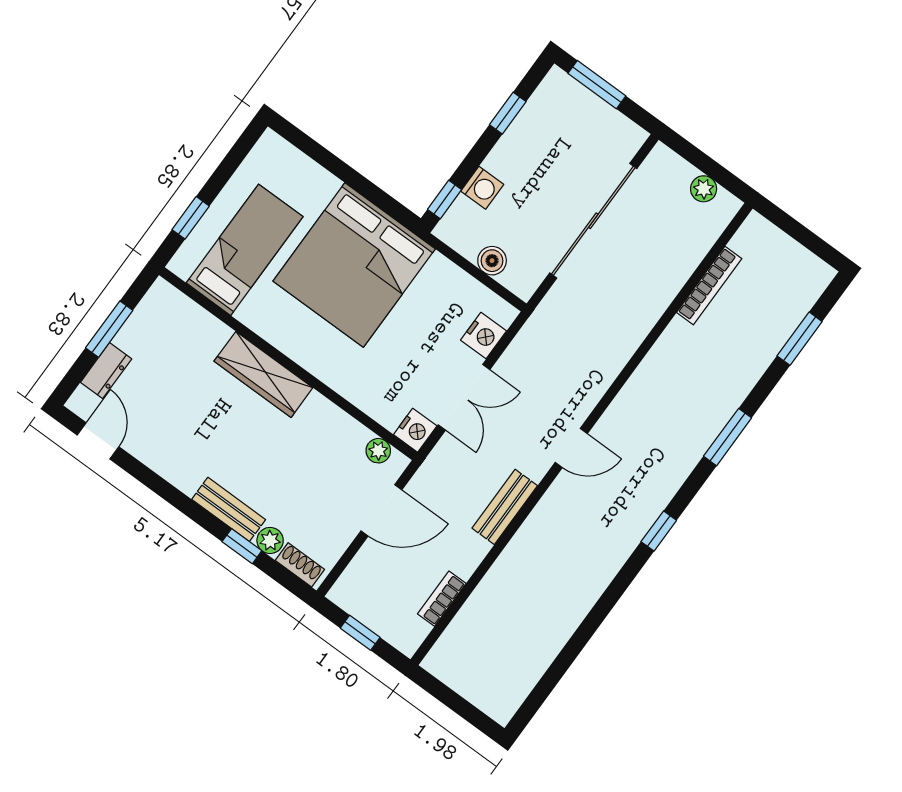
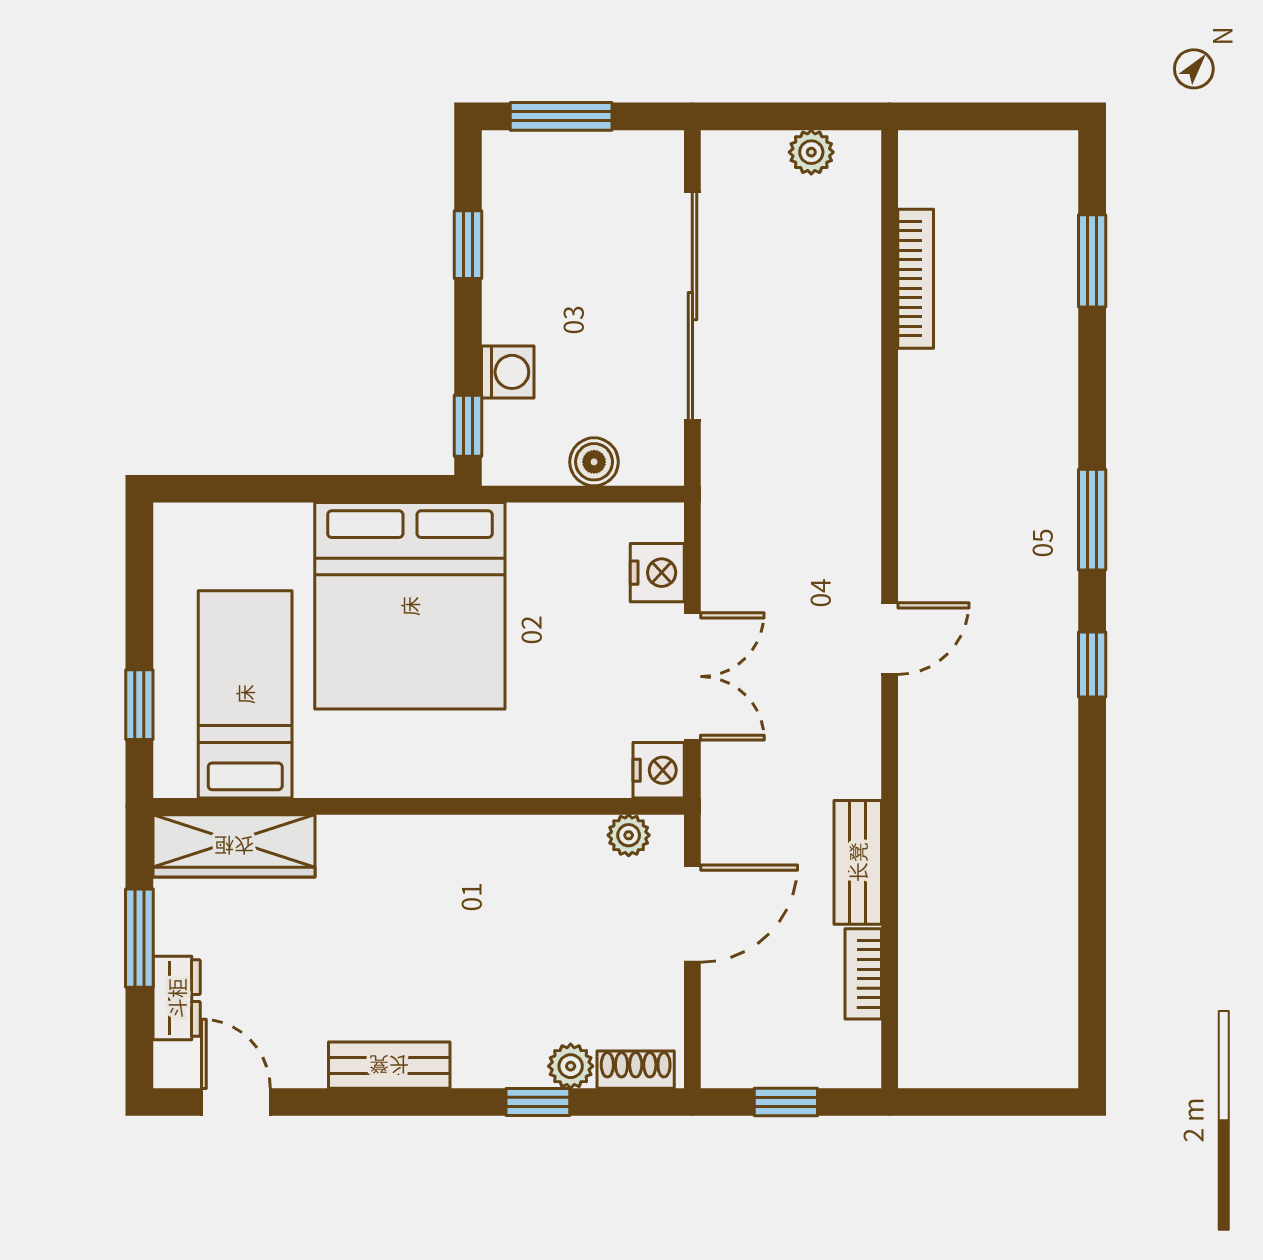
wardrobe: (263, 374) -> (234, 846), moved
window: (728, 437) -> (1092, 520), moved
bench: (505, 507) -> (858, 862), moved
bench: (229, 509) -> (389, 1065), moved

